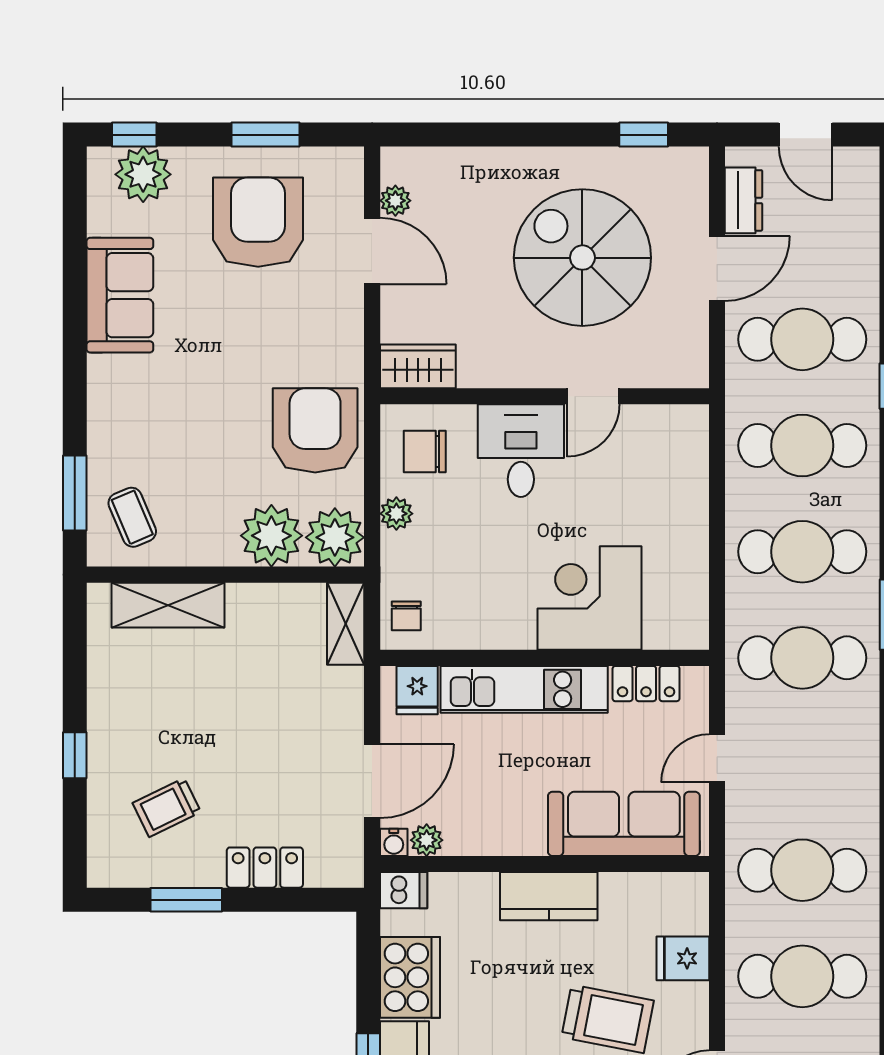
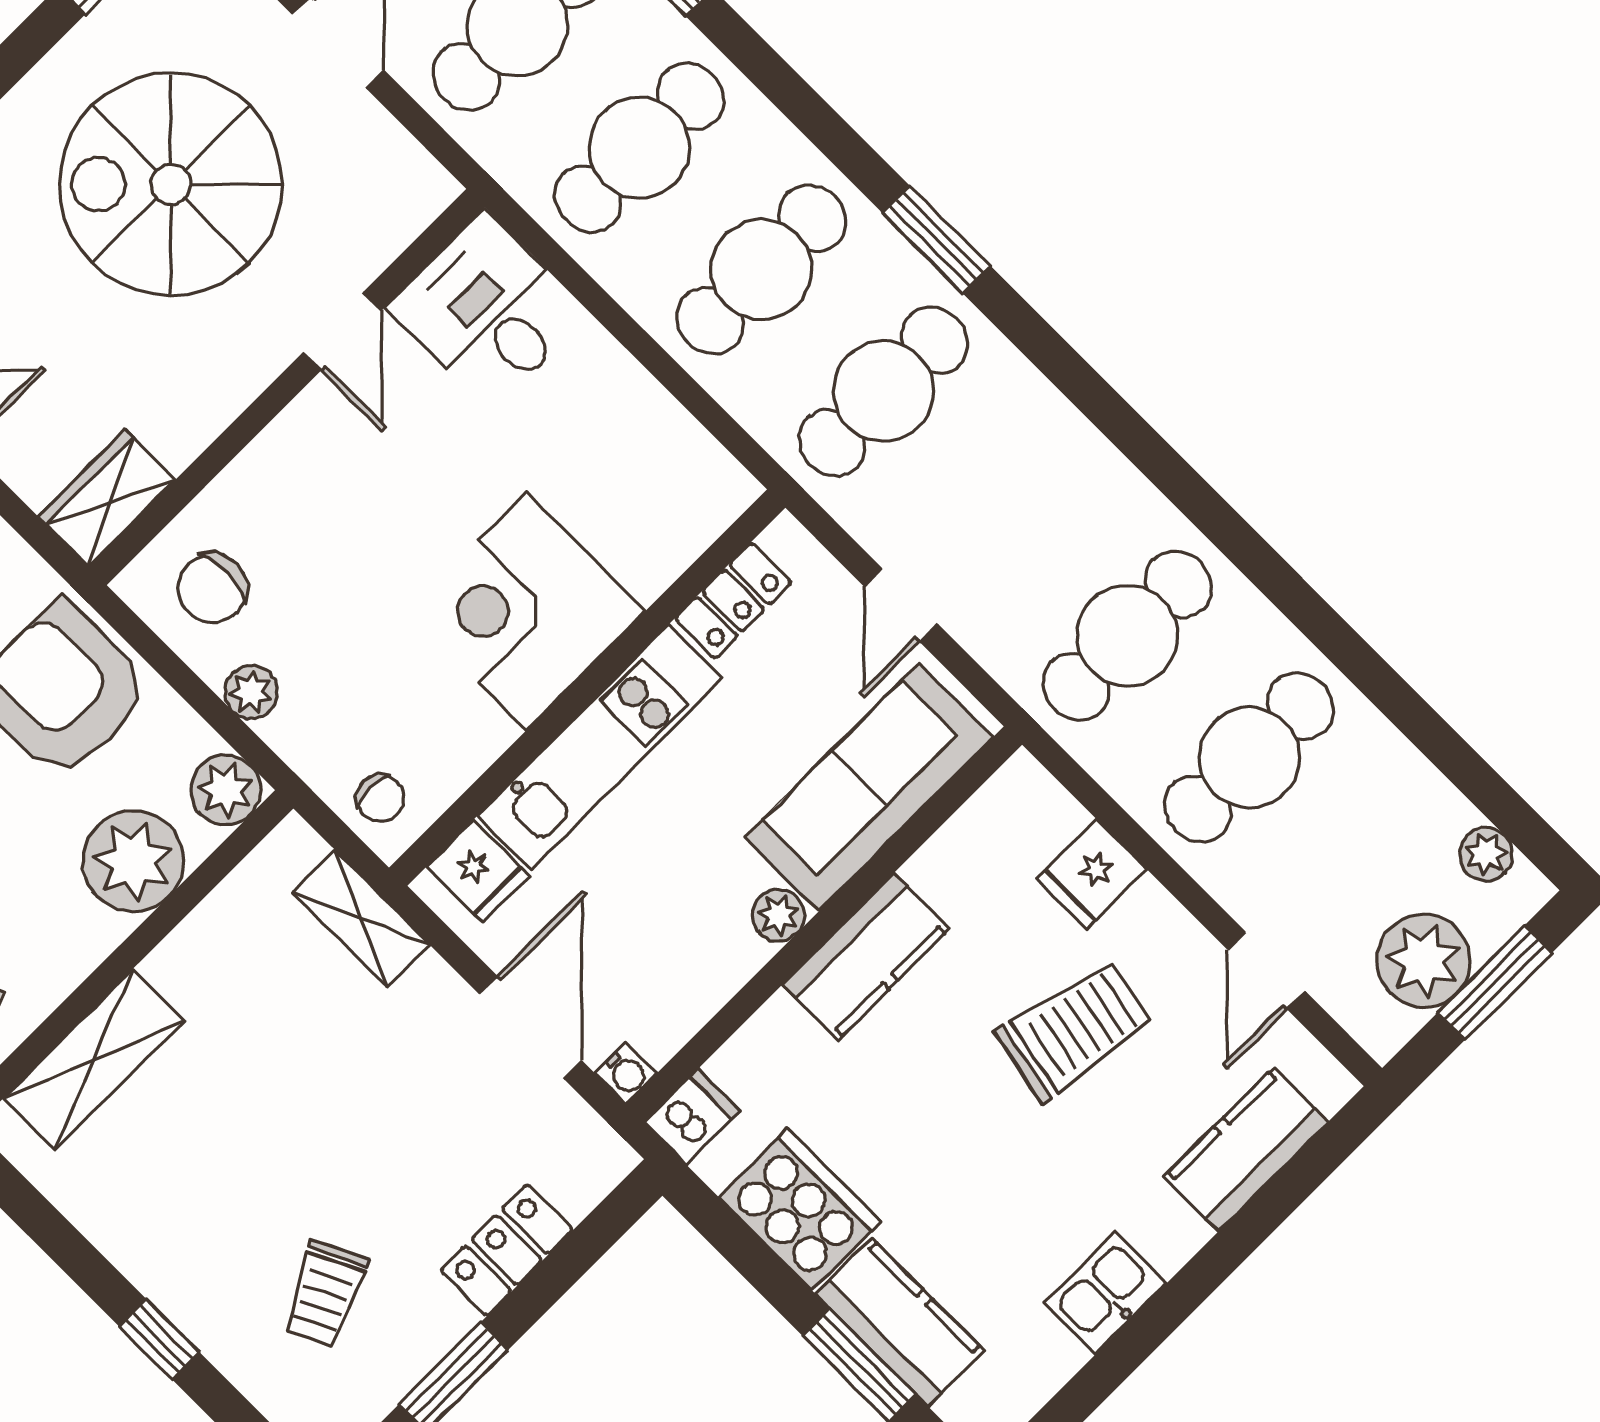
desk: (521, 451) -> (487, 311), moved
plant: (335, 537) -> (226, 790), width x0.73, depth x0.73
corner desk: (589, 598) -> (526, 611), moved
shelving: (346, 624) -> (361, 918), moved
plant: (427, 840) -> (779, 915), moved

